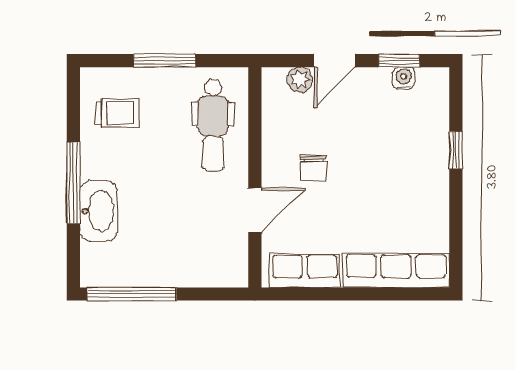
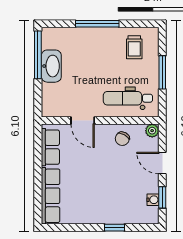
plant: (300, 80) -> (152, 131), moved
chair: (313, 168) -> (122, 139), moved, turned -61
washbasin: (98, 211) -> (51, 66), moved, turned -90

